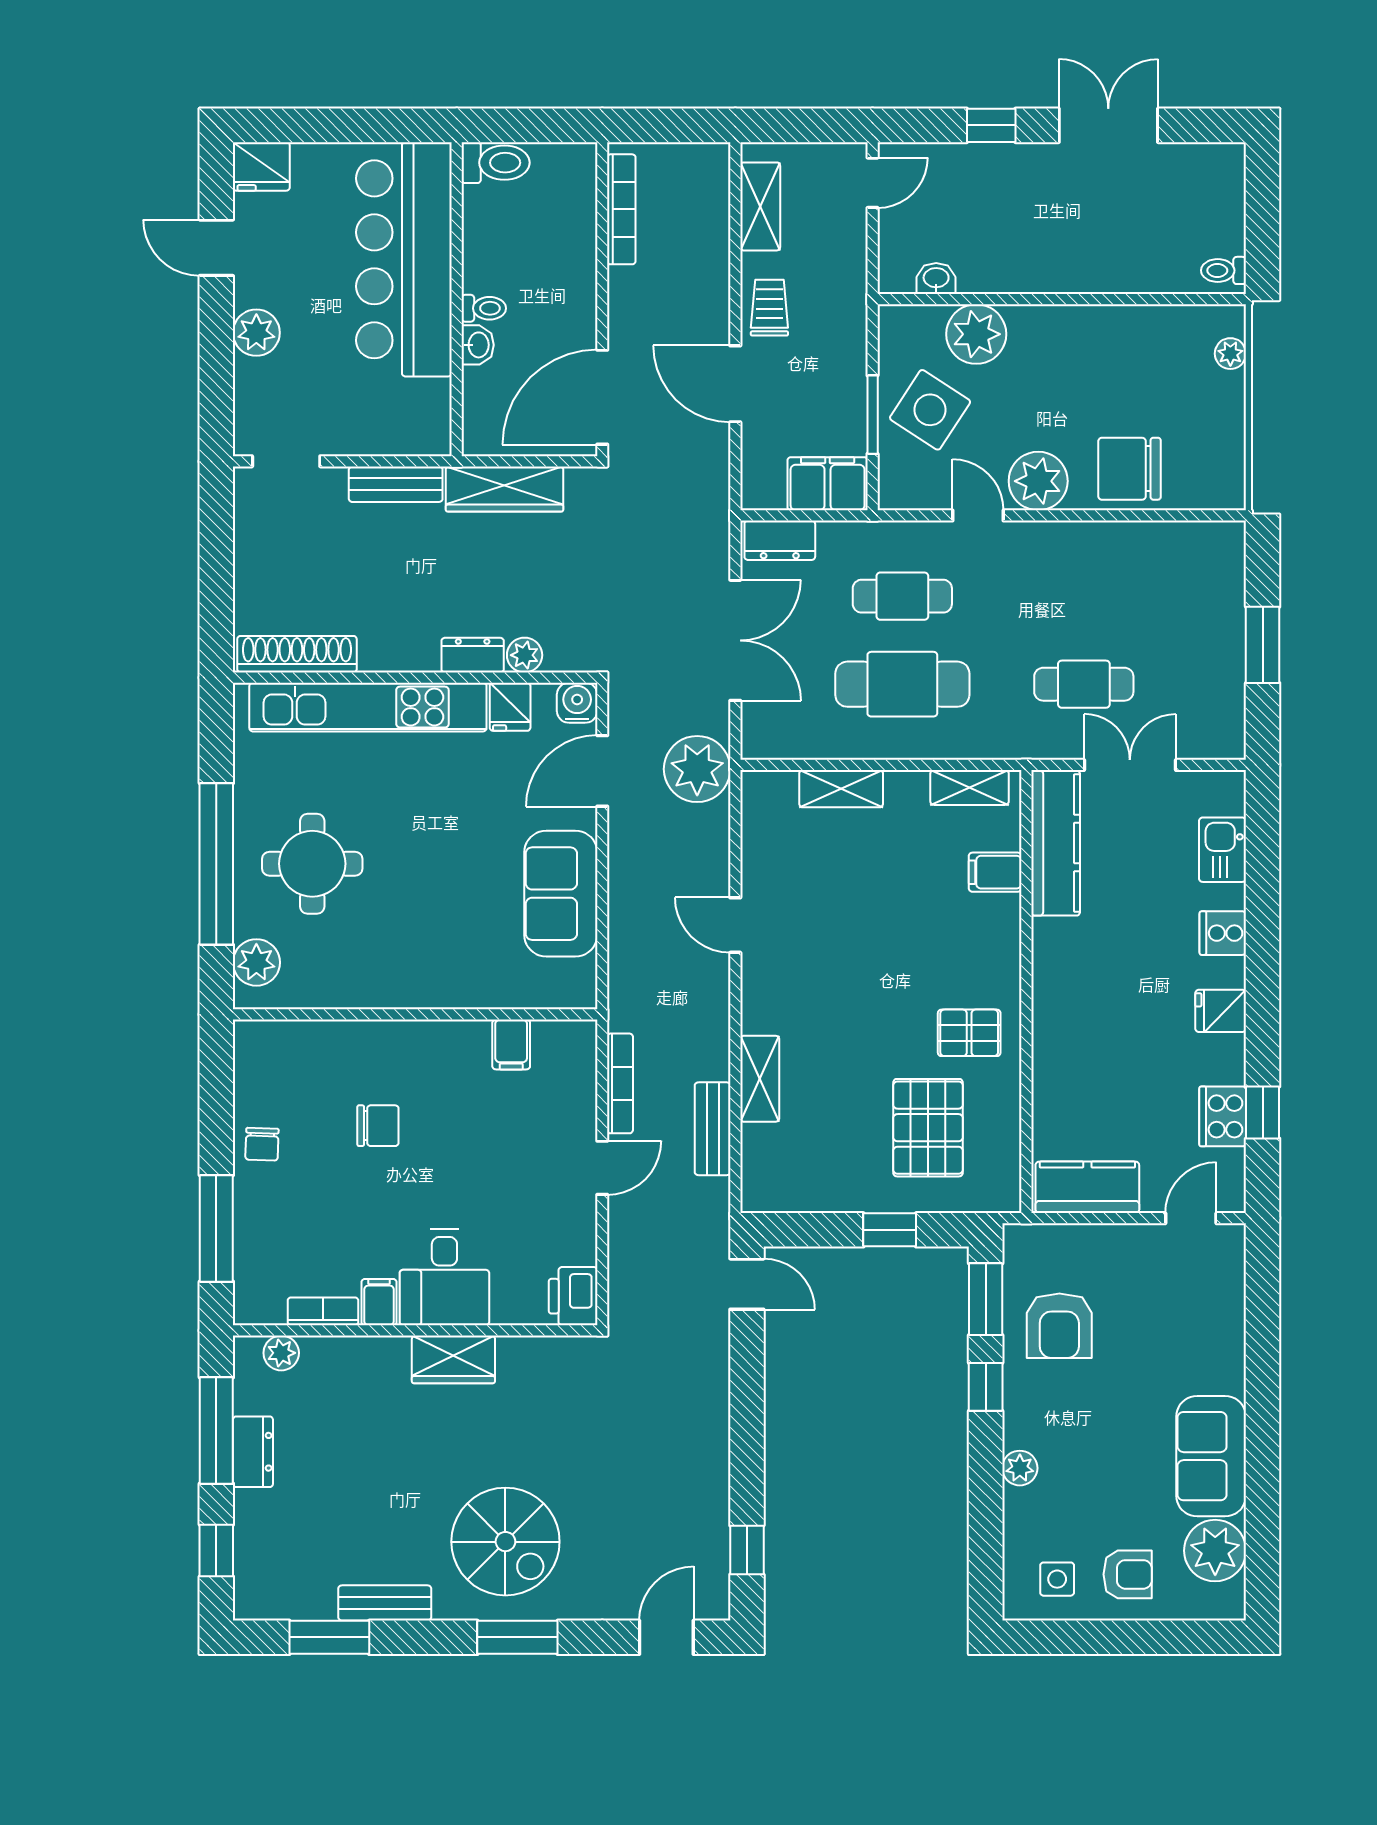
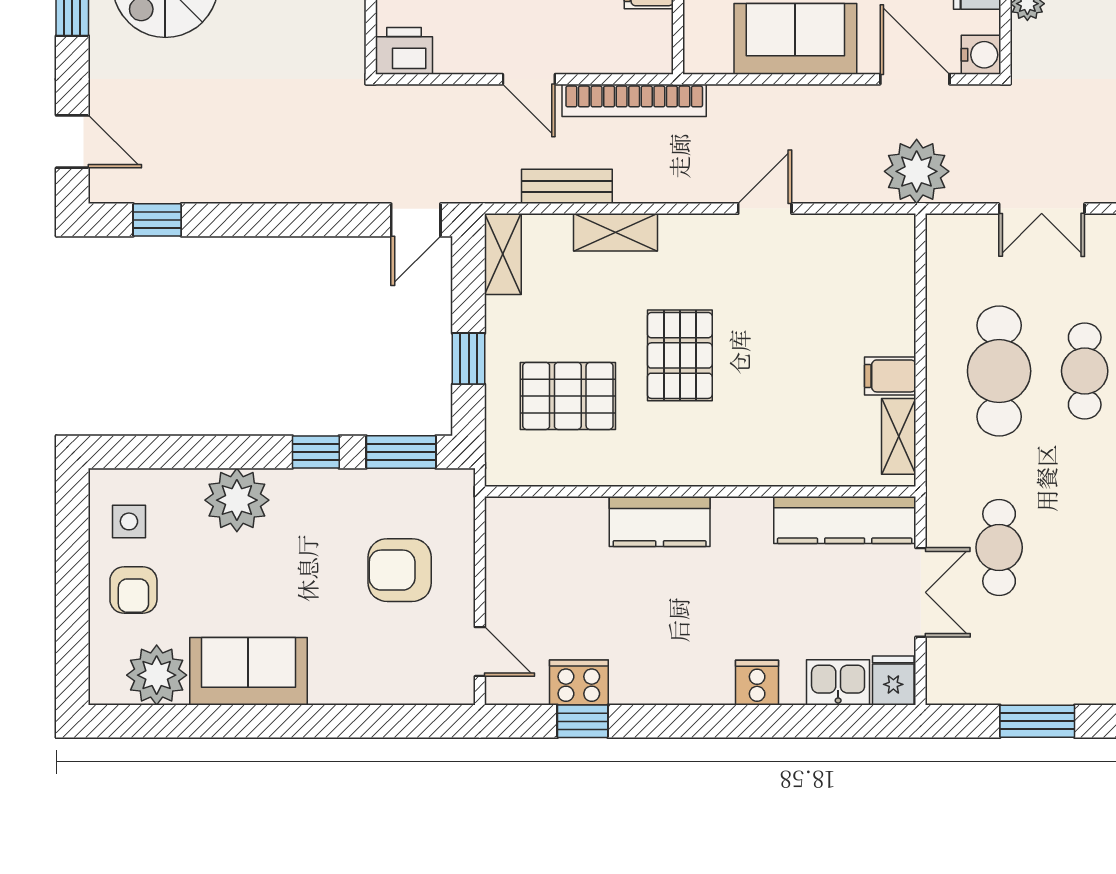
double door: (735, 640) -> (1042, 209), width x0.73
shelving: (841, 789) -> (503, 254), moved
filing cabinet: (995, 872) -> (890, 376), moved, turned -90
fridge: (1221, 1011) -> (893, 681), moved
pallet: (969, 1033) -> (680, 355), moved, width x1.50, depth x1.42
bookcase: (620, 1083) -> (634, 100), width x1.48, depth x1.31
kitchen counter: (1087, 1187) -> (660, 522), moved, turned 90
armchair: (1059, 1326) -> (400, 570), moved
plant: (1020, 1468) -> (237, 500), width x1.87, depth x1.87

